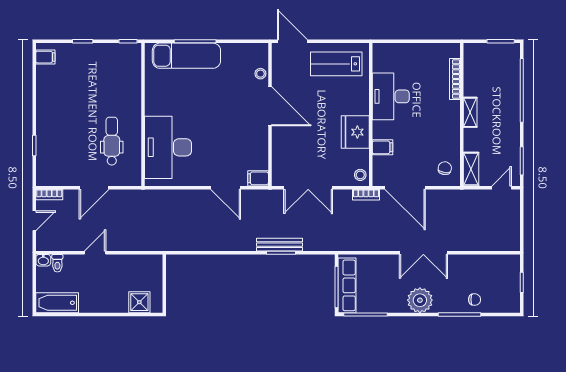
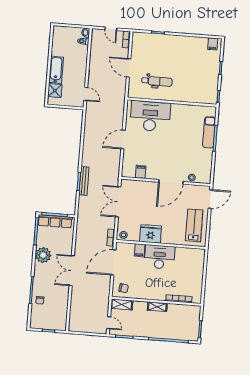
exam couch: (186, 56) -> (209, 132), width x0.73, depth x0.69
desk: (391, 96) -> (159, 257), moved
filing cabinet: (258, 178) -> (141, 172), moved
door: (226, 188) -> (123, 140), moved
door: (95, 253) -> (86, 94), moved
plant: (420, 300) -> (43, 255), moved
bathtub: (57, 303) -> (56, 70), moved

